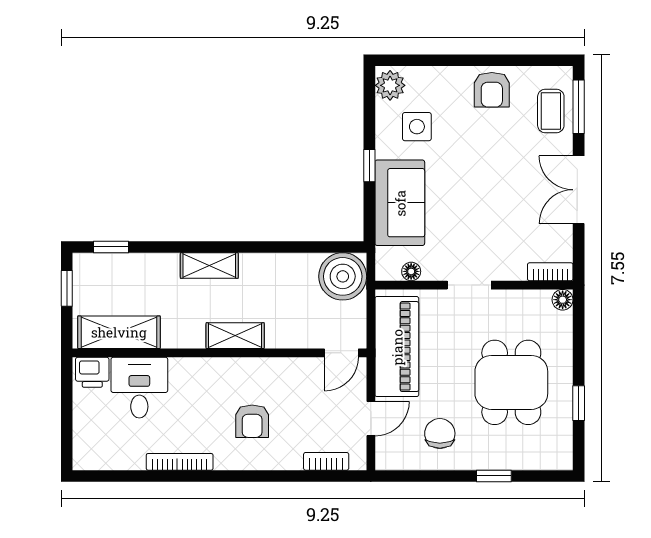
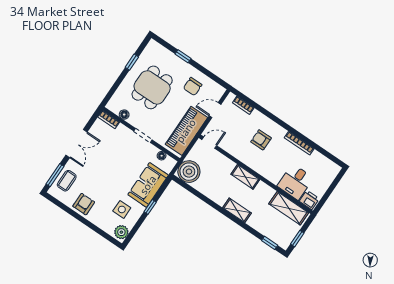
floor lamp: (563, 300) -> (124, 115), moved
armchair: (252, 421) -> (261, 140), turned -90

